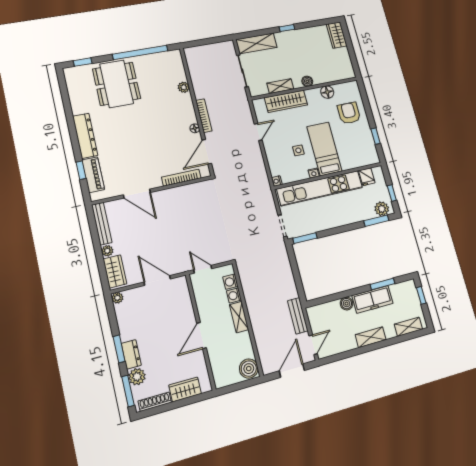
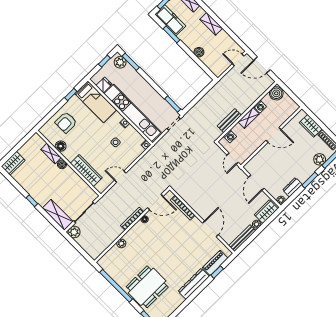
plant: (228, 48) -> (74, 232), added
shelving: (280, 86) -> (51, 153), moved
bed: (324, 149) -> (96, 102), moved, turned -90
washing machine: (234, 295) -> (260, 107), moved
freezer: (373, 299) -> (170, 20), moved
bench: (298, 316) -> (229, 121), moved
dresser: (131, 354) -> (292, 187), moved

